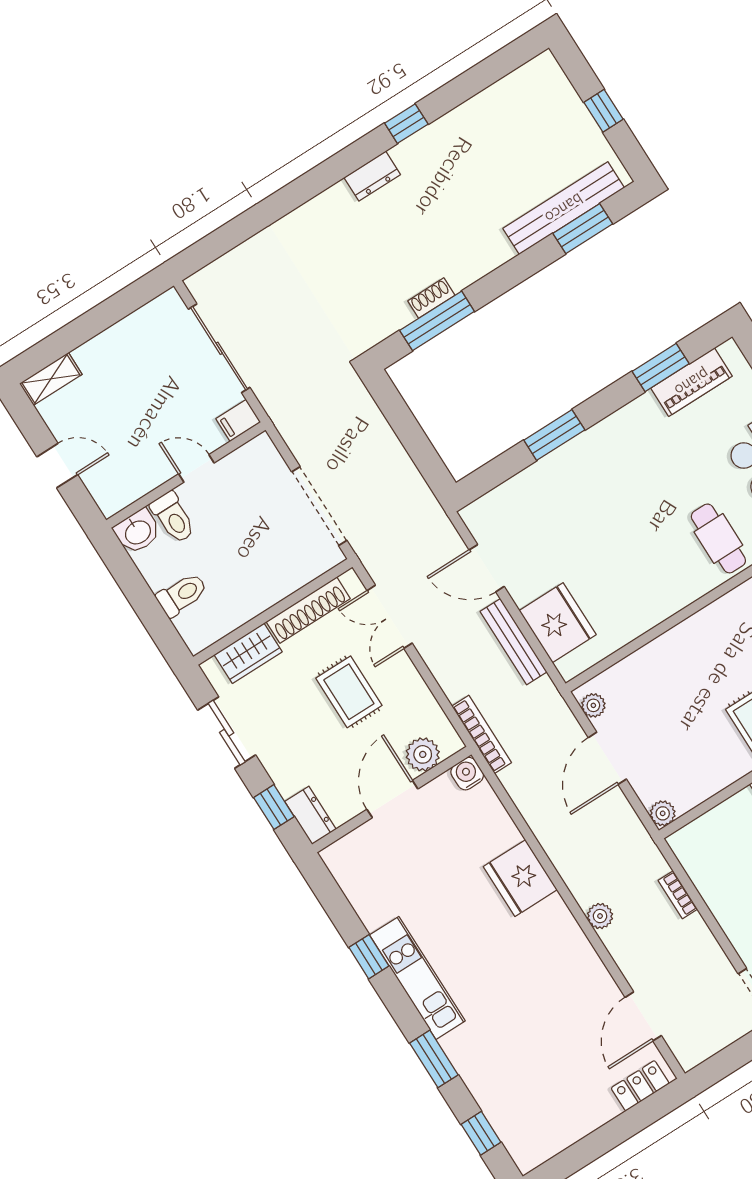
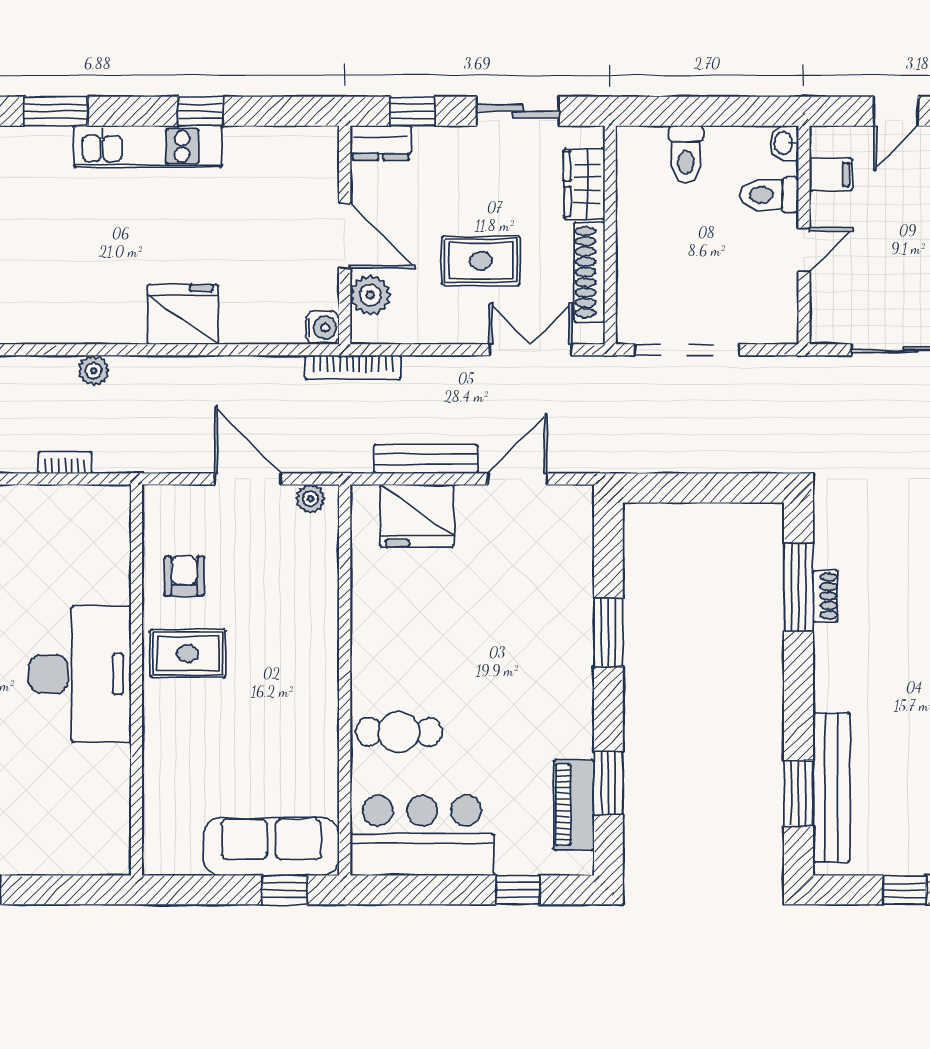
filing cabinet: (238, 420) -> (831, 174), moved, turned 90
washbasin: (137, 532) -> (784, 143), width x0.72, depth x0.69
armchair: (705, 760) -> (184, 576), added
plant: (663, 813) -> (157, 500), removed

